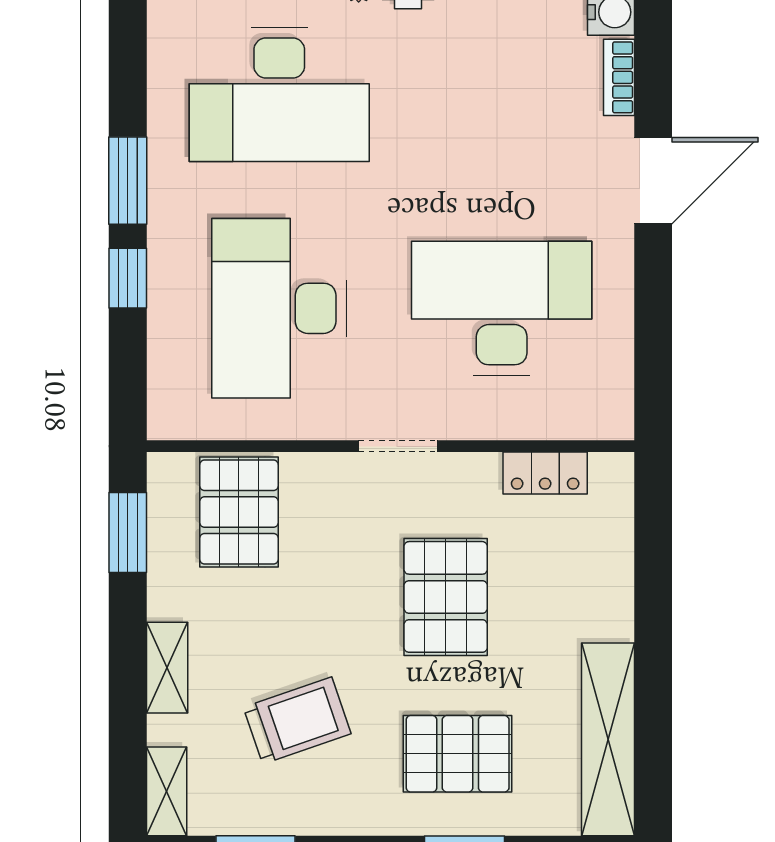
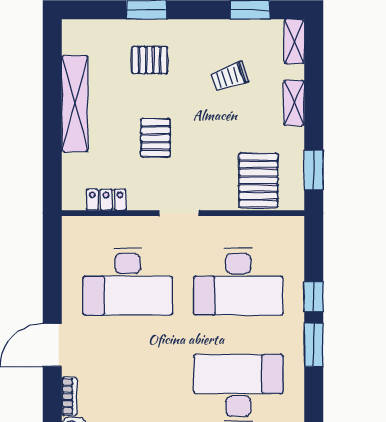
desk: (279, 308) -> (238, 282), turned 90
pallet: (446, 597) -> (156, 138), width x0.67, depth x0.71
trolley: (297, 720) -> (229, 77), width x0.73, depth x0.72
shelving: (608, 739) -> (75, 104), moved
pallet: (458, 754) -> (150, 60), width x0.67, depth x0.71

